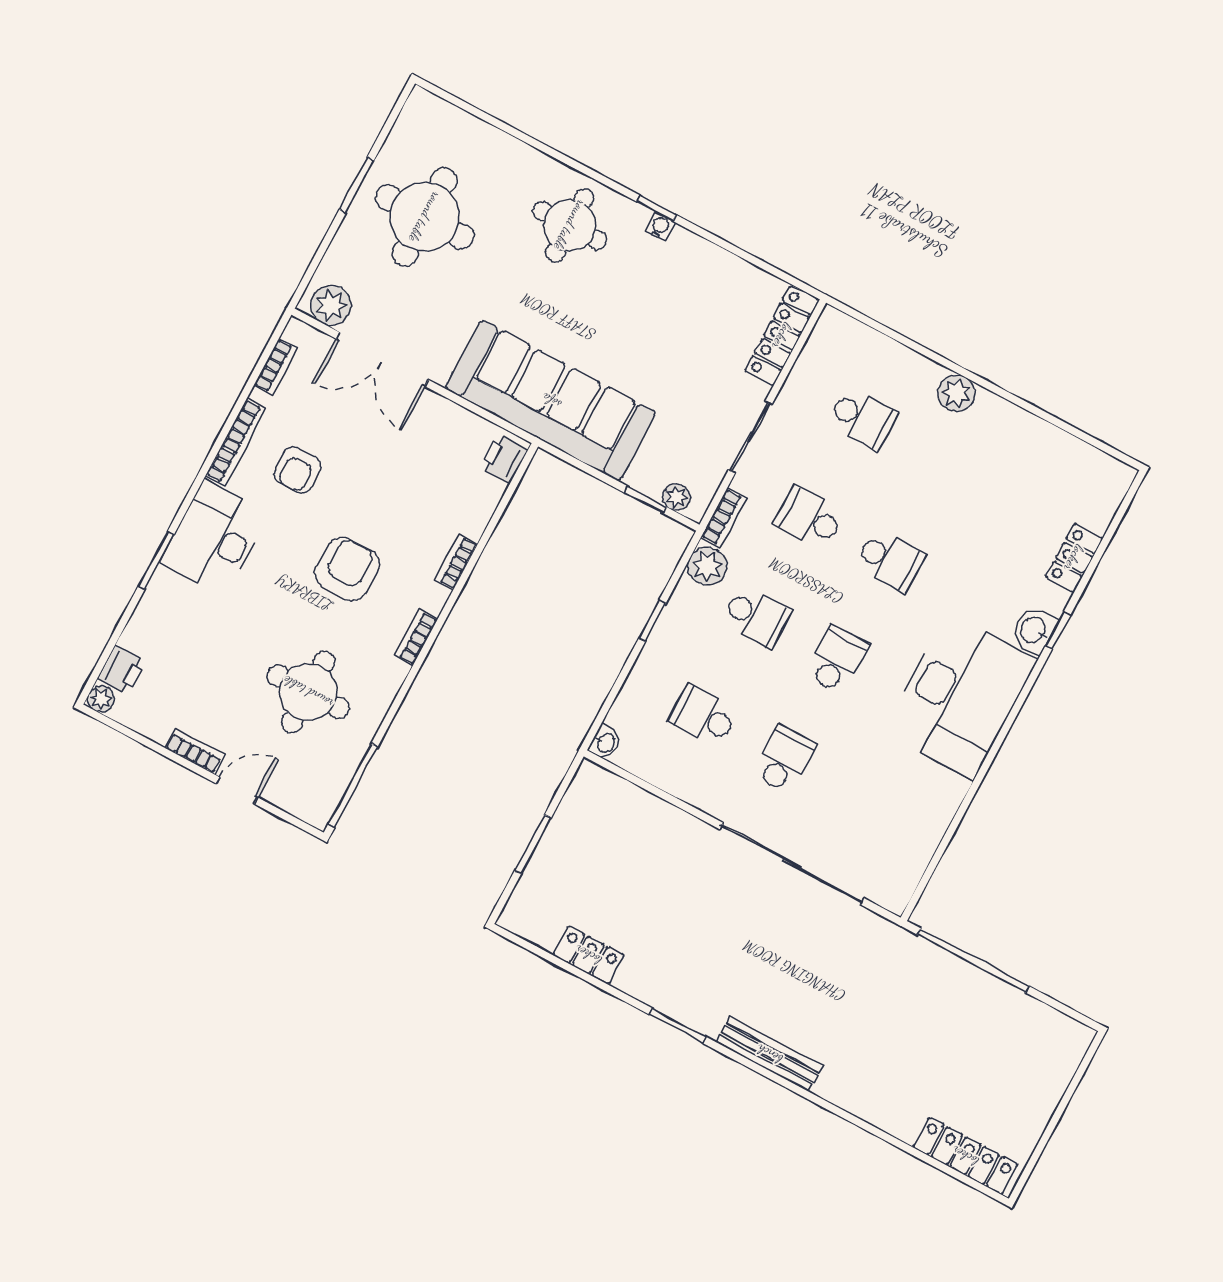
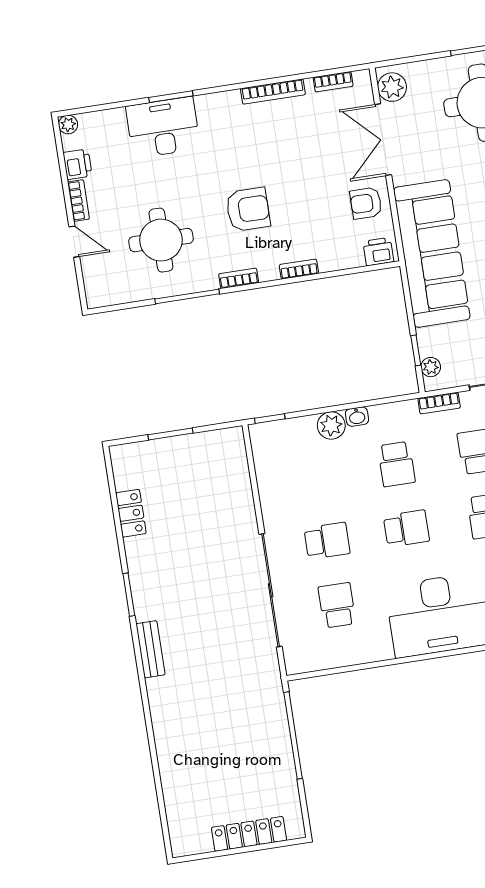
armchair: (298, 470) -> (366, 203), moved
desk: (214, 538) -> (163, 127), moved
plant: (707, 566) -> (331, 425), moved
window: (652, 621) -> (270, 419), moved
printer: (122, 670) -> (78, 164), moved, turned -90
school desk: (703, 716) -> (337, 605), moved
washbasin: (605, 743) -> (357, 417), moved
window: (353, 785) -> (187, 296), moved
bench: (769, 1054) -> (150, 649), width x0.73
locker: (965, 1156) -> (249, 834), moved, turned -90

